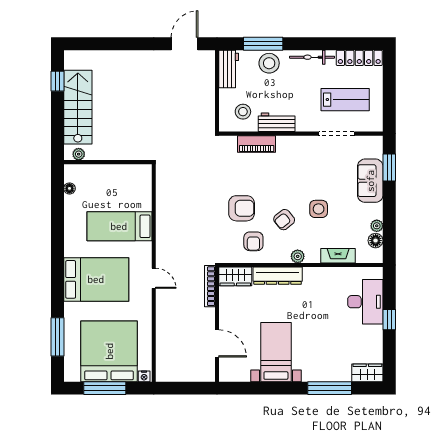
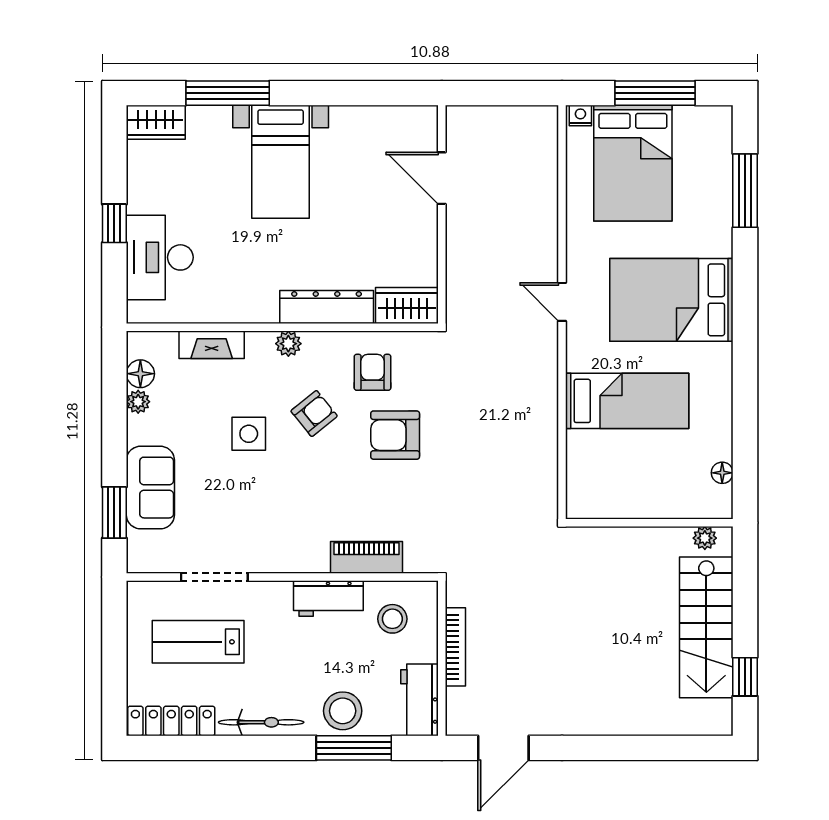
bookcase: (210, 286) -> (455, 647), moved
bed: (109, 351) -> (633, 163), width x0.73
bed with nightstands: (276, 352) -> (281, 162), moved

